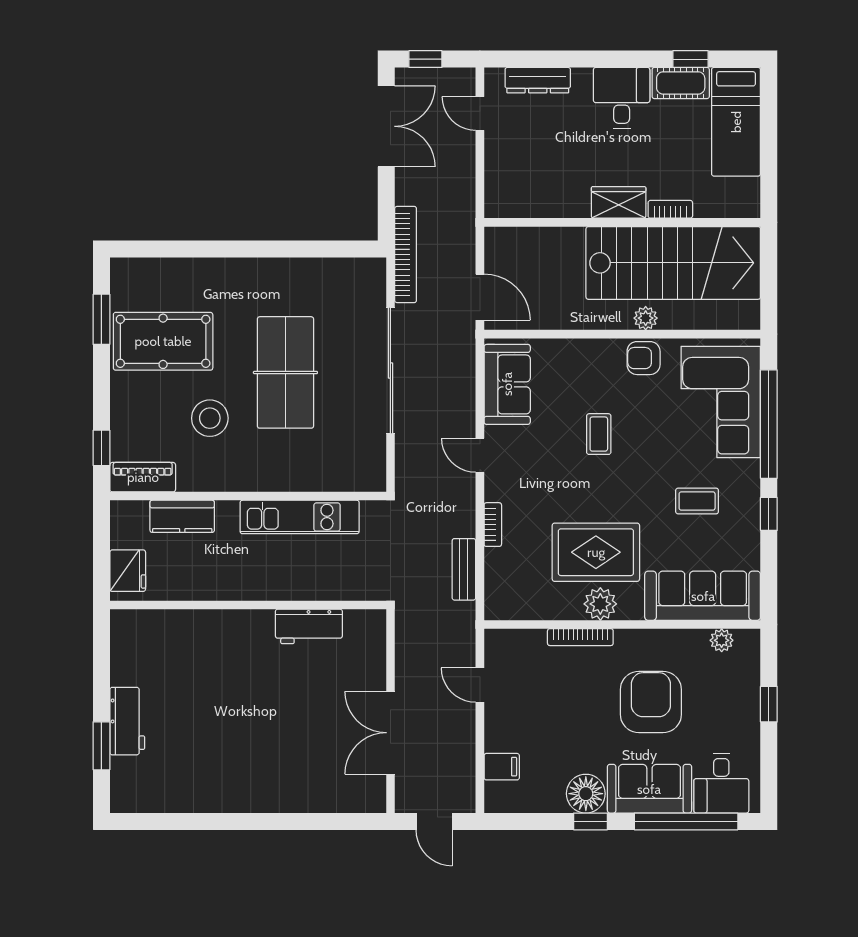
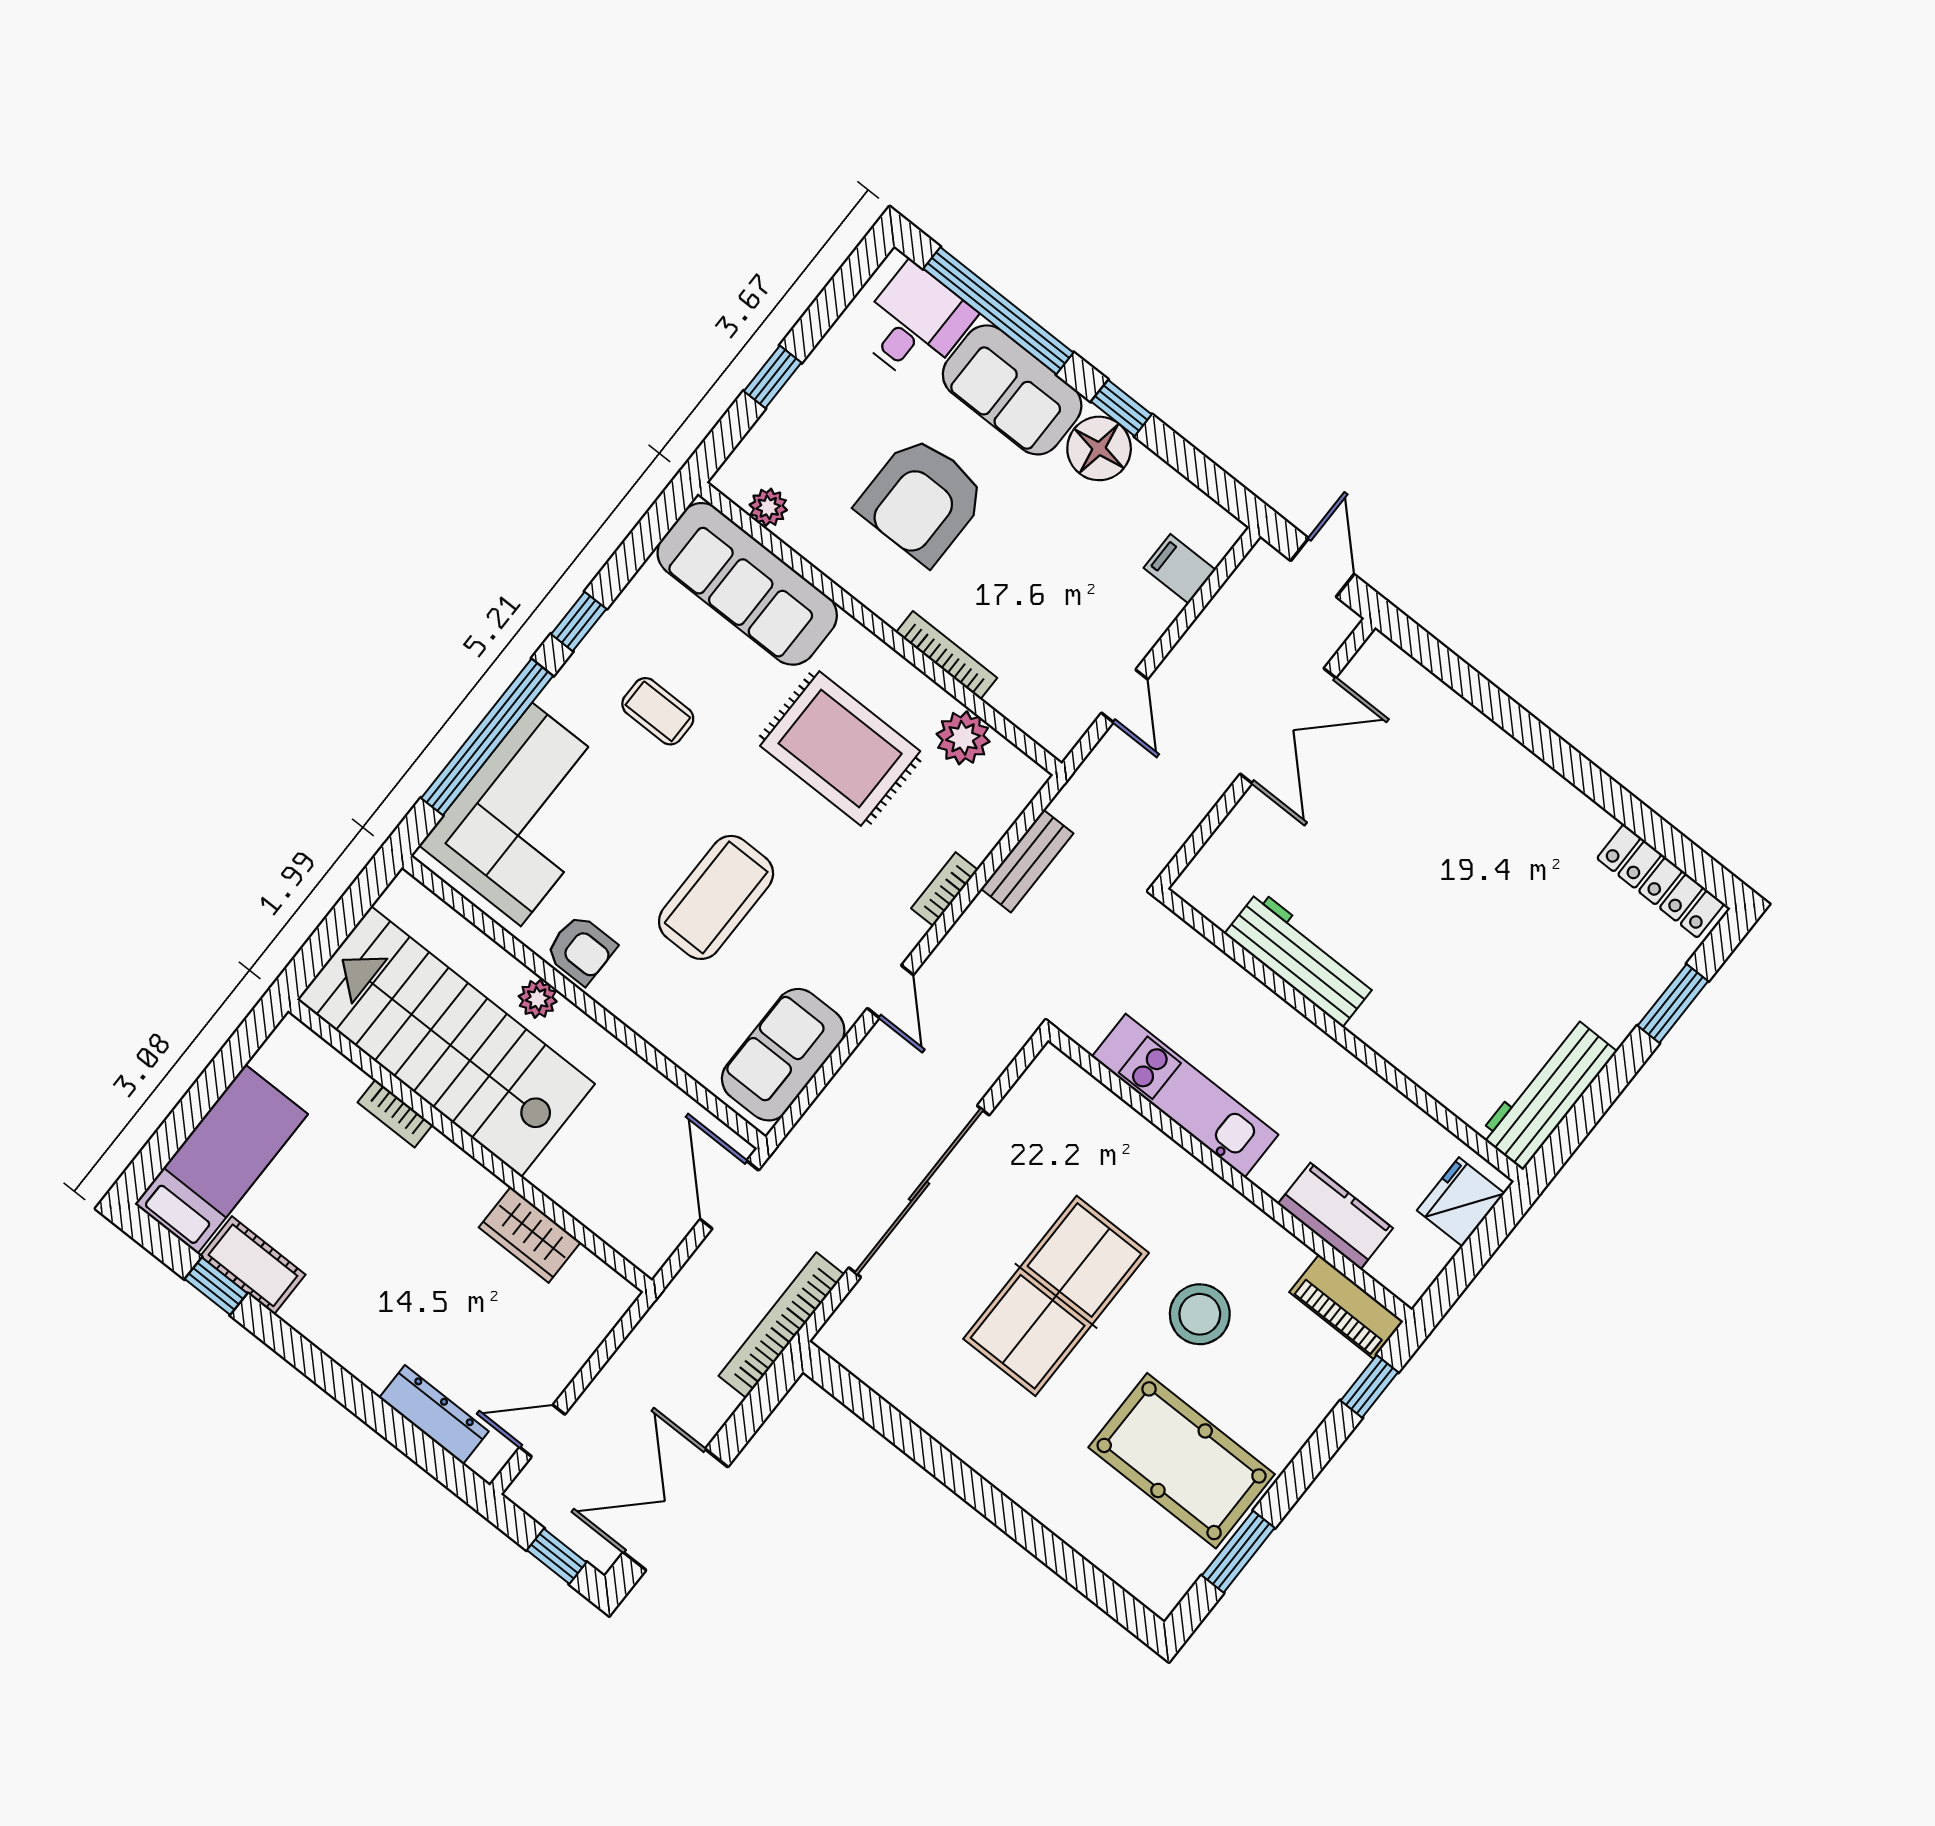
desk: (622, 98) -> (344, 1307), removed
door: (480, 114) -> (542, 1431), swing flipped
wardrobe: (619, 202) -> (530, 1235), moved
coffee table: (599, 434) -> (716, 897), width x1.86, depth x1.72
plant: (600, 604) -> (963, 738), moved
workbench: (309, 626) -> (1301, 958), width x1.38
workbench: (127, 721) -> (1548, 1093), moved, width x1.38
locker: (154, 800) -> (1661, 881), added

